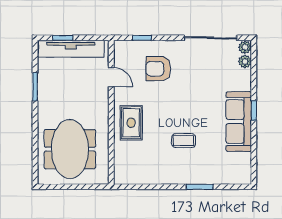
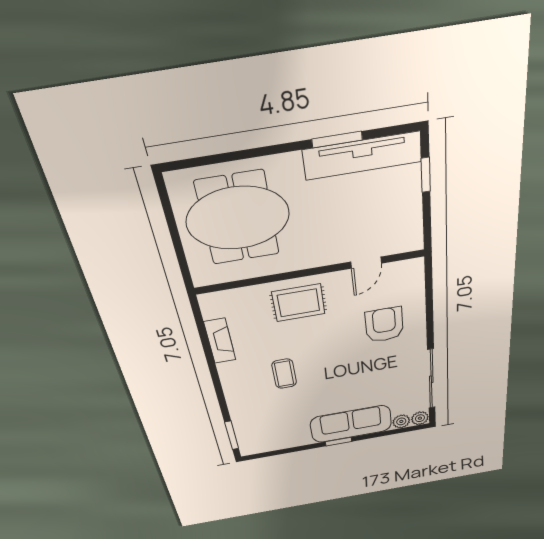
window: (142, 38) -> (429, 296), removed
tv unit: (71, 49) -> (363, 156), moved, turned -90
sofa: (239, 122) -> (351, 424), moved
fireplace: (149, 177) -> (220, 341), added
window: (200, 187) -> (232, 435), moved

